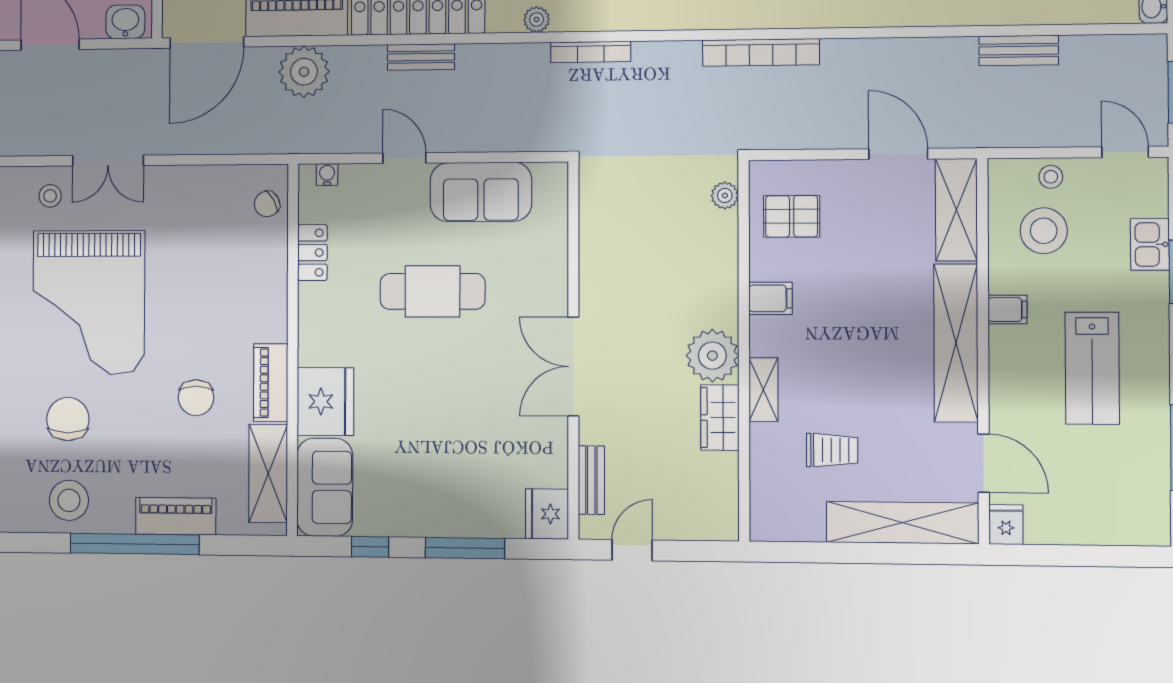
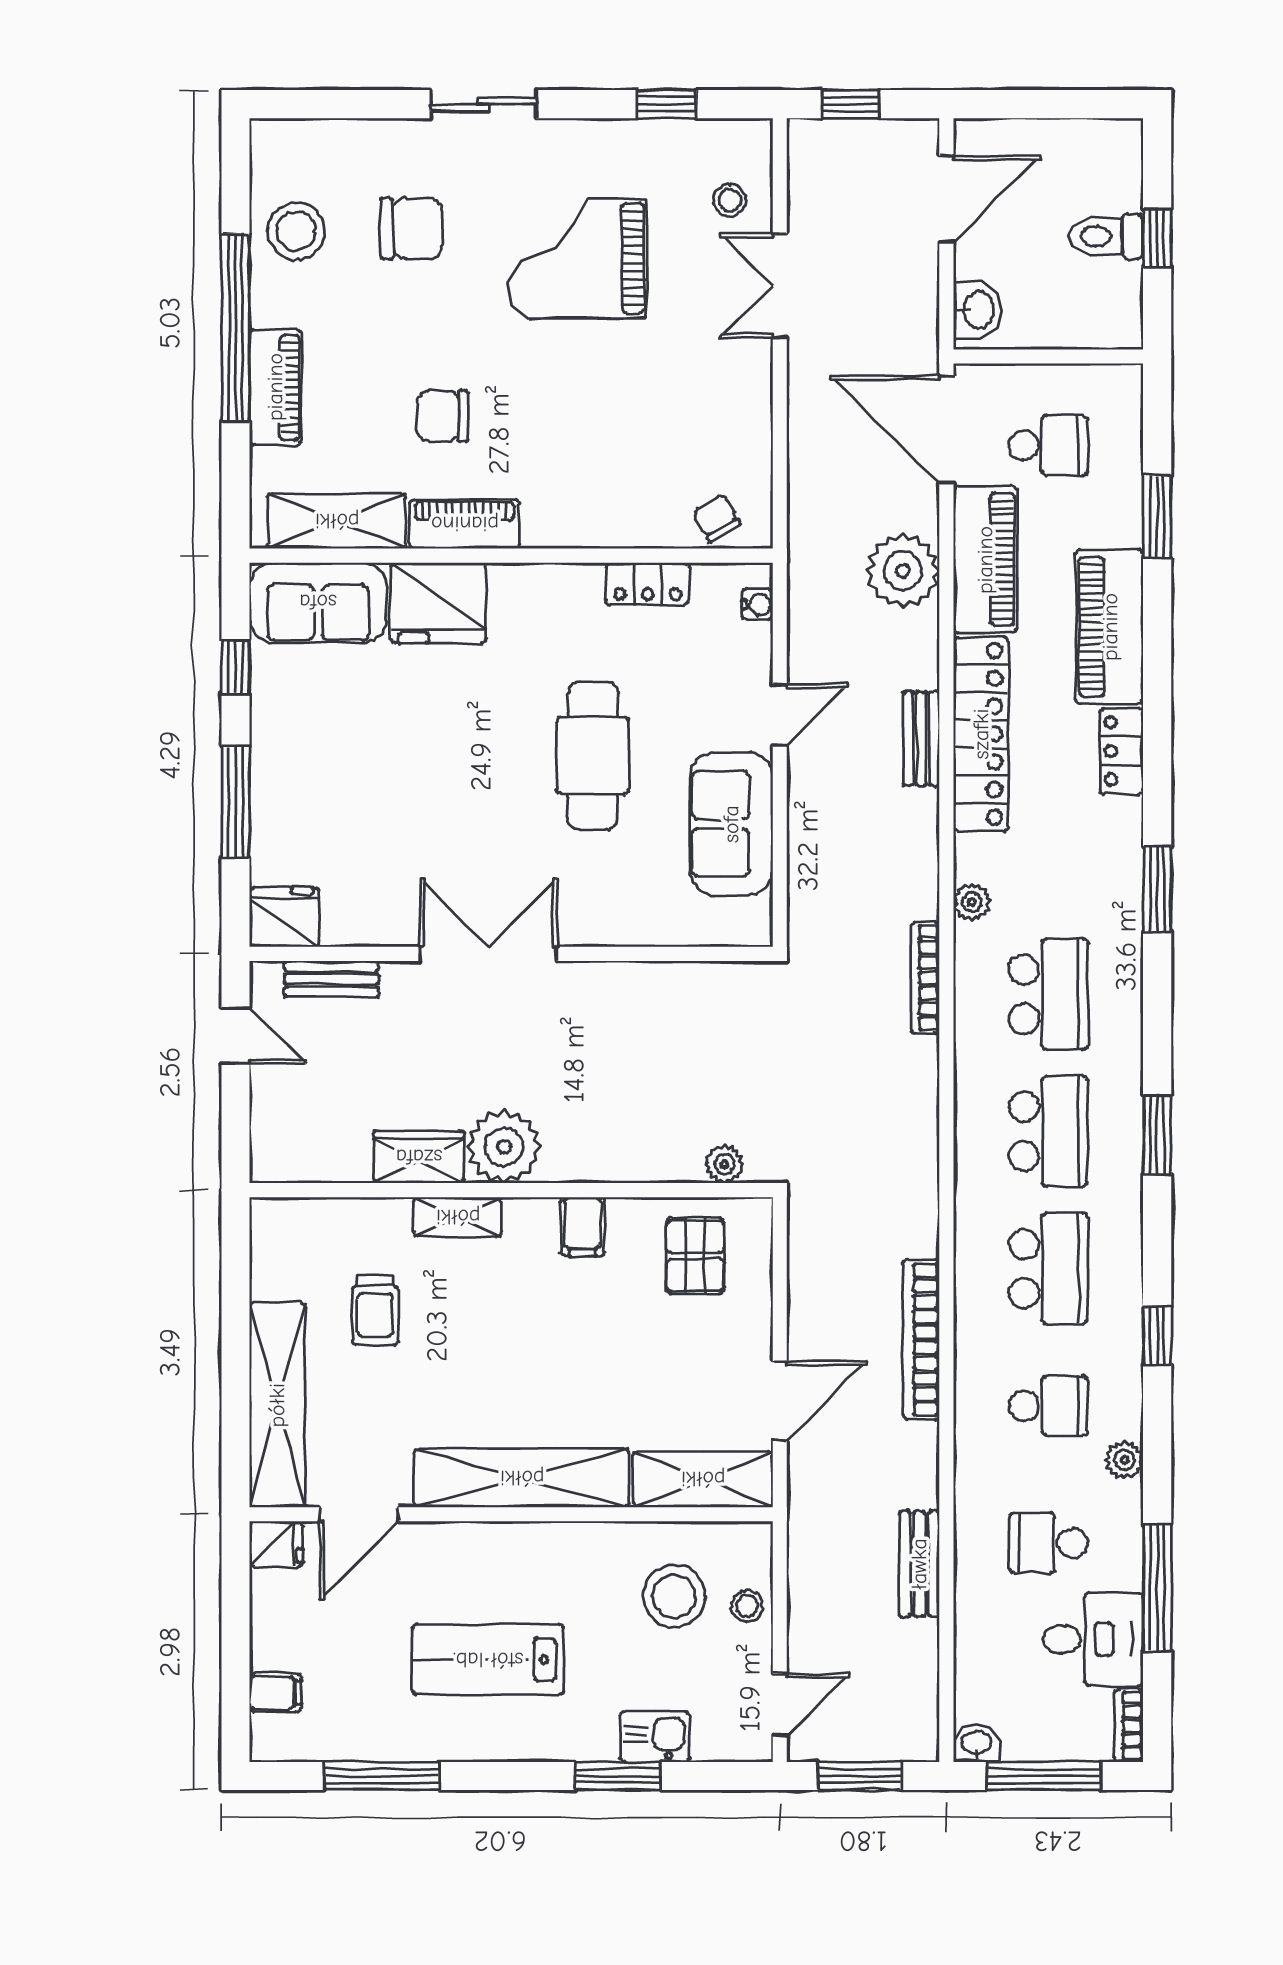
bookcase: (761, 52) -> (921, 1340), moved
grand piano: (89, 302) -> (578, 258), width x0.73, depth x0.68
filing cabinet: (1007, 310) -> (275, 1692), moved, turned -90

